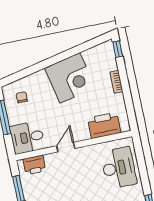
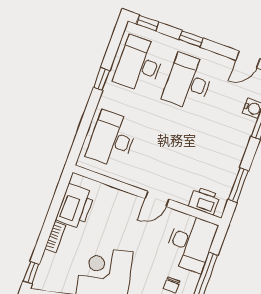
printer: (104, 125) -> (75, 206), moved, turned -90
desk: (27, 137) -> (191, 243), width x1.37

